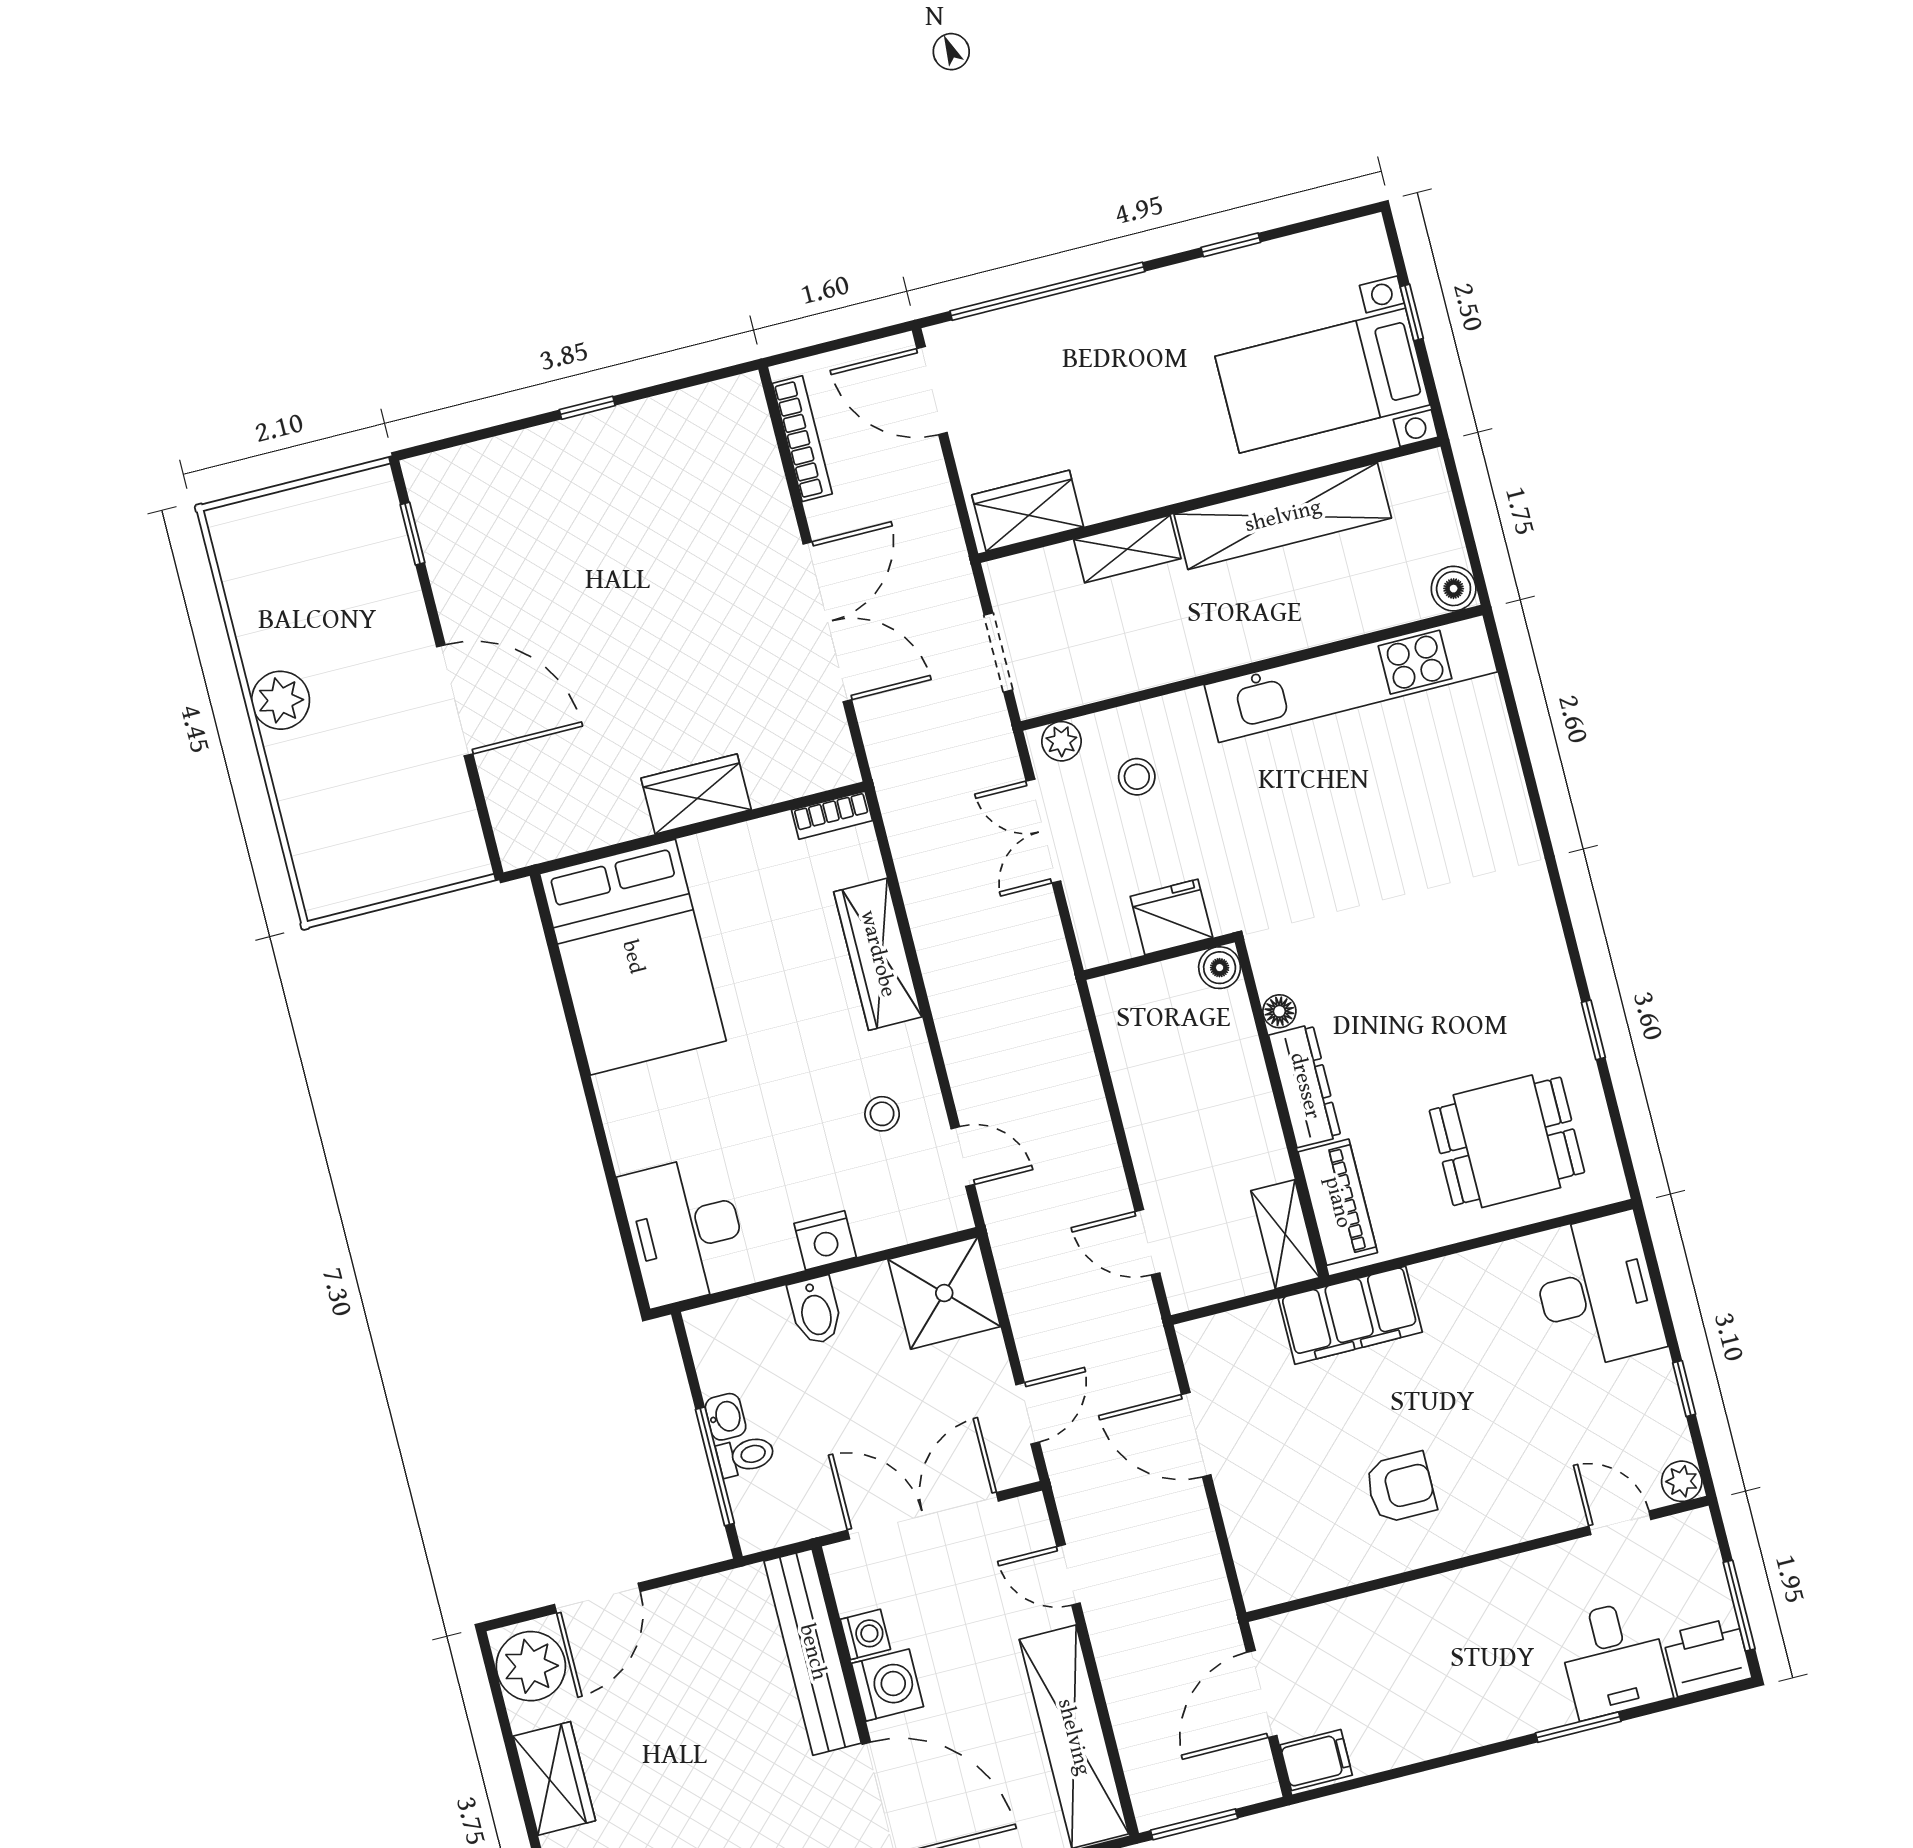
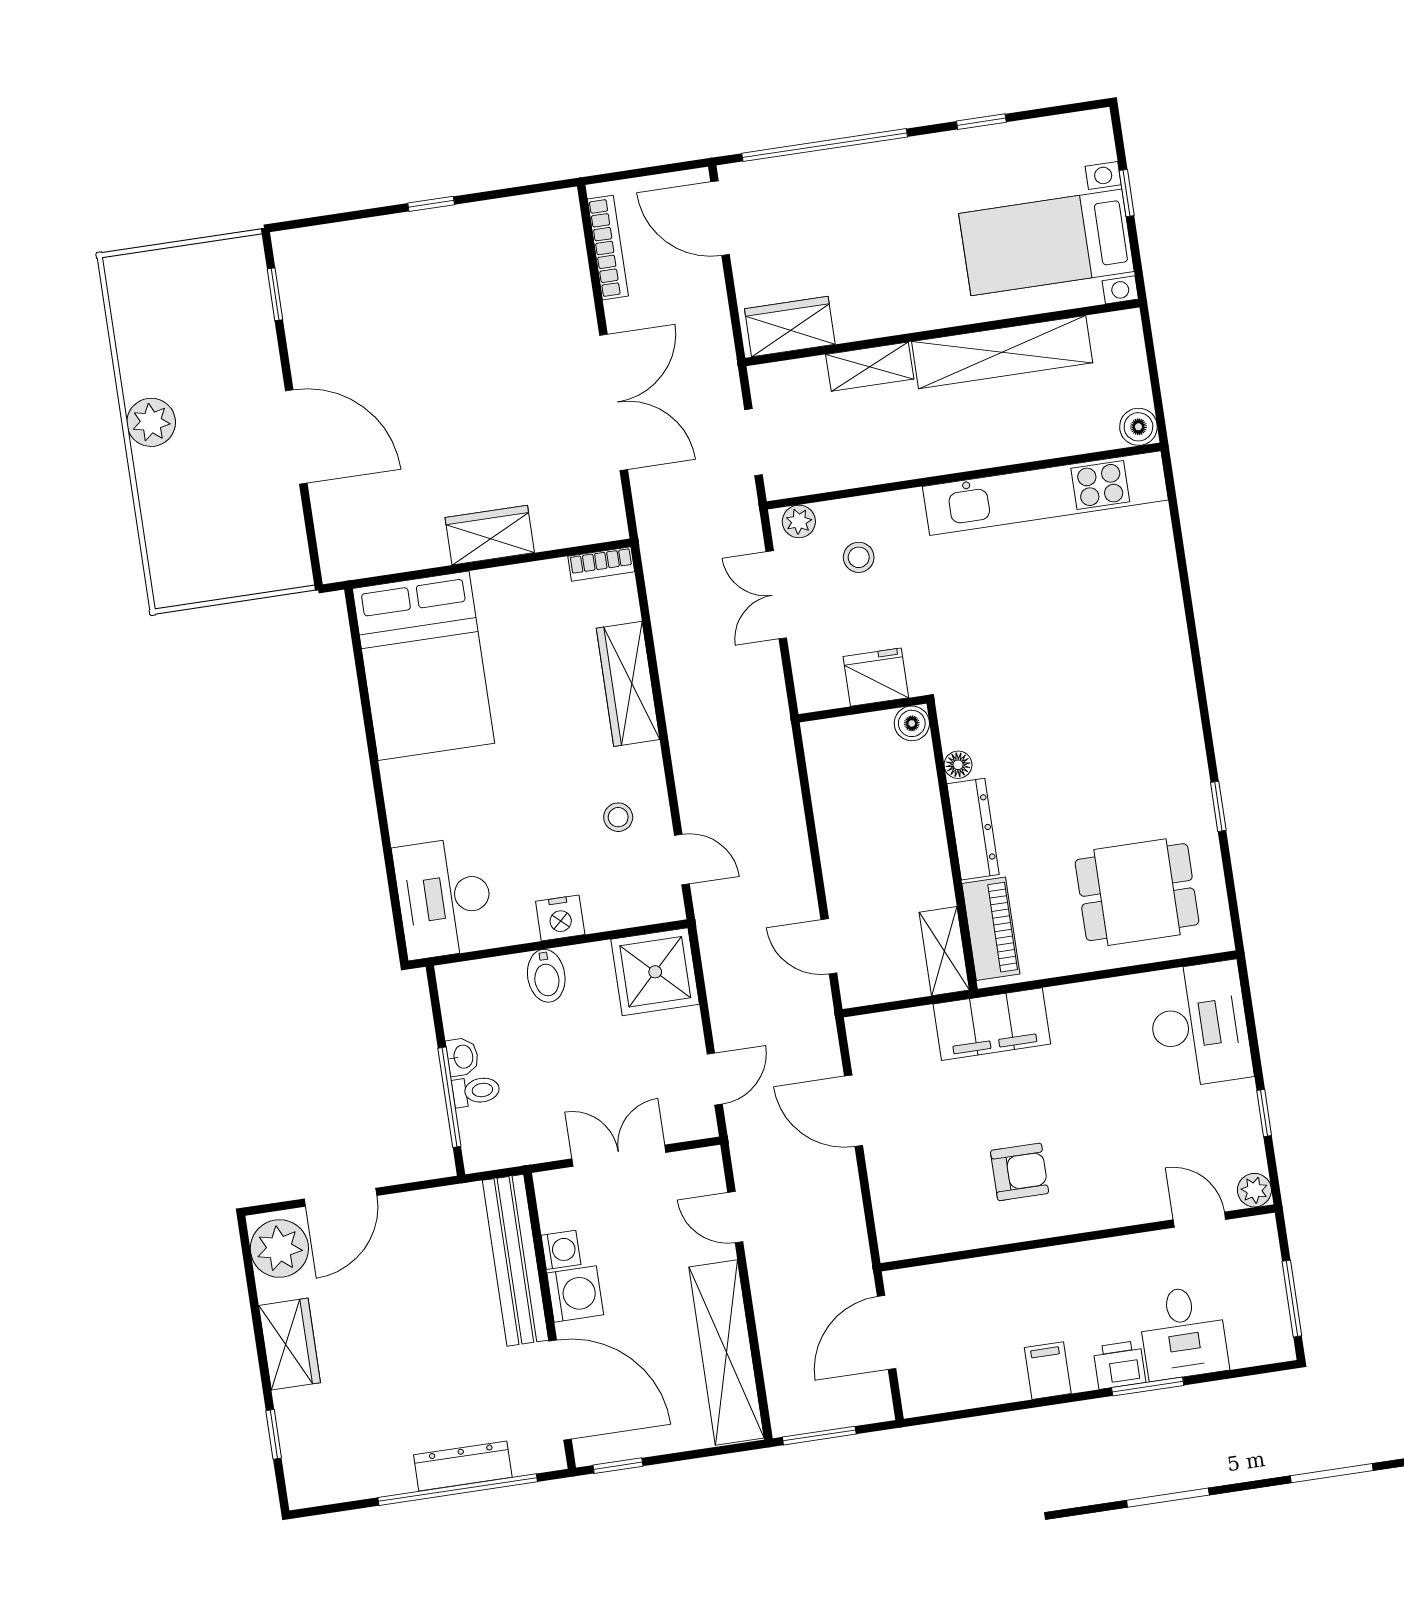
double door: (923, 1516) -> (619, 1156), width x0.73
printer: (1707, 1657) -> (1119, 1365), moved, width x0.73, depth x0.81
filing cabinet: (1316, 1760) -> (1048, 1371), moved, turned -90

